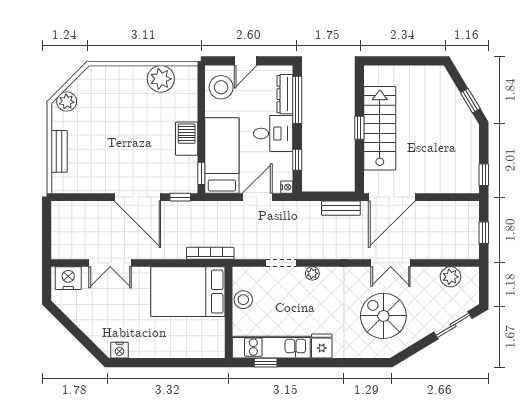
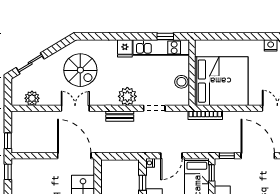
door: (392, 197) -> (74, 156), hinge flipped
bench: (341, 208) -> (120, 116), moved
window: (484, 233) -> (8, 141), moved
plant: (312, 273) -> (127, 96), width x1.87, depth x1.87
bed: (188, 292) -> (221, 81), width x1.36

